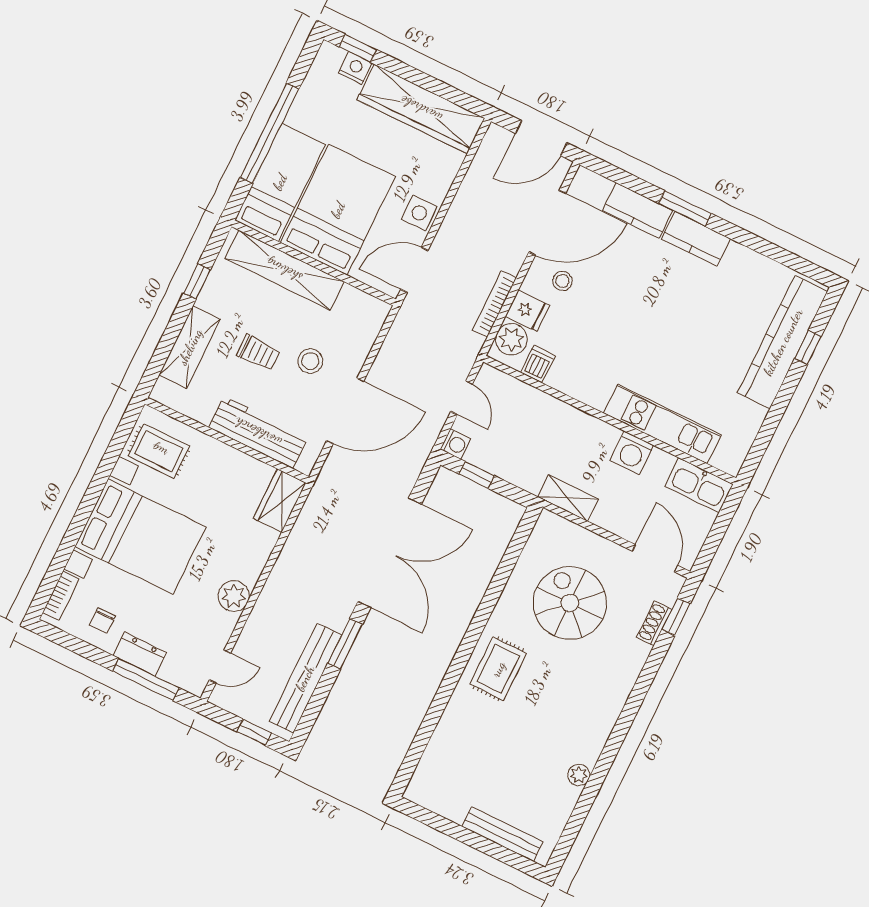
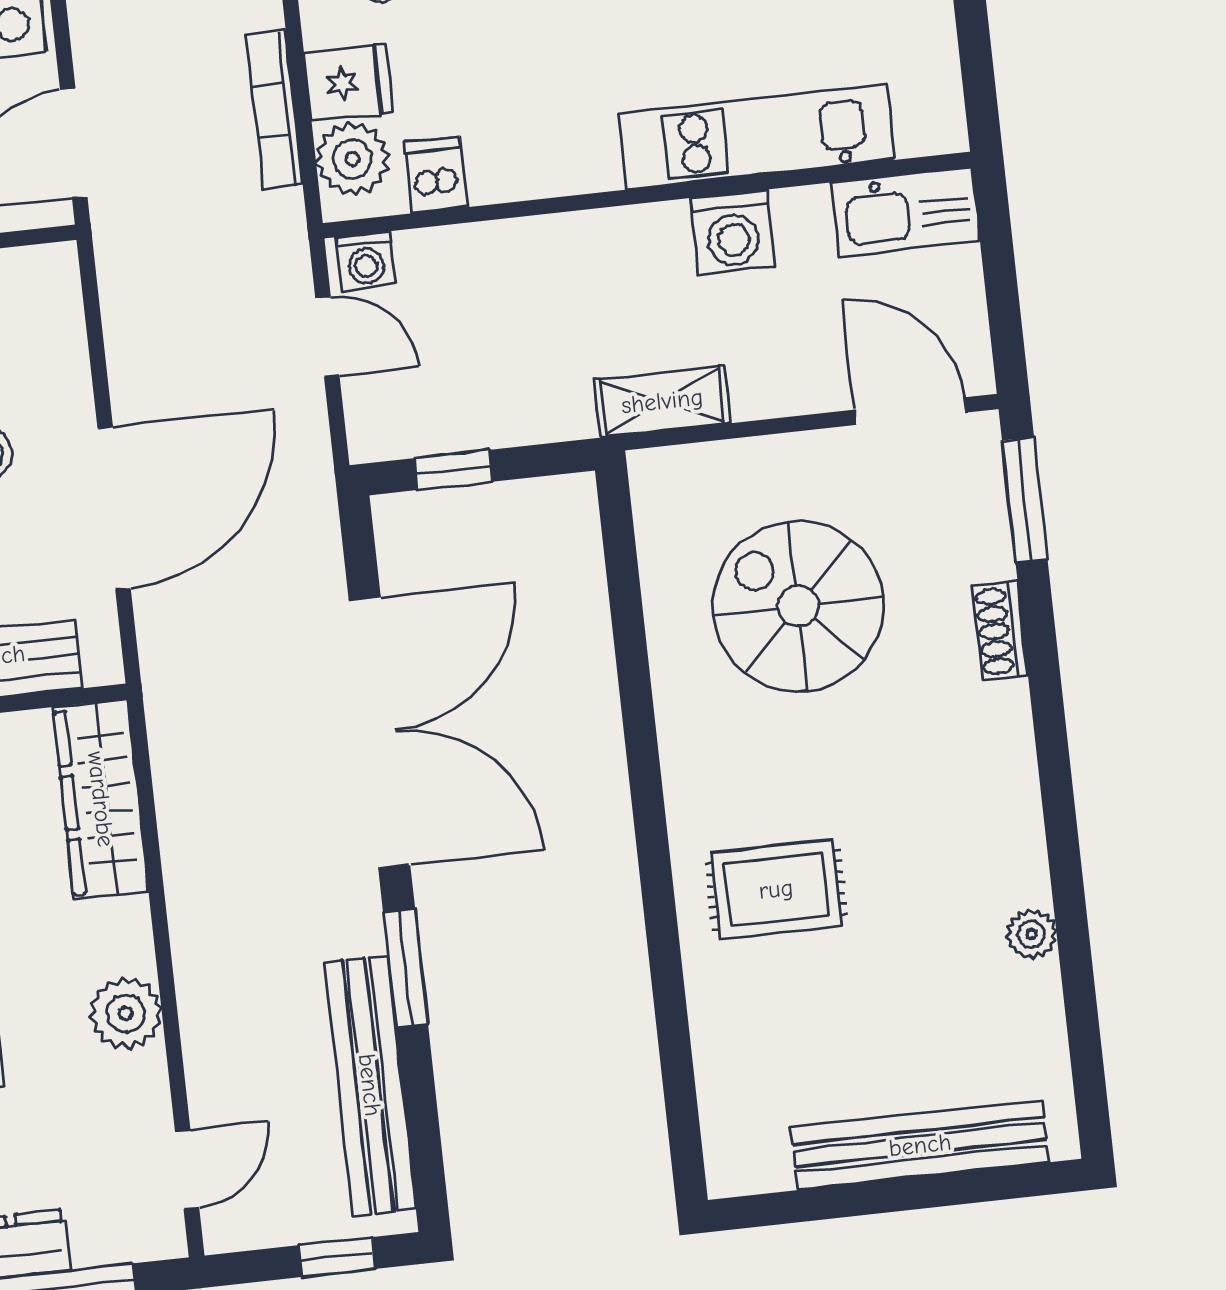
washing machine: (455, 444) -> (366, 261), moved, turned 90
wardrobe: (280, 501) -> (101, 799), width x1.50
window: (676, 617) -> (1025, 500), width x1.50
shoe rack: (654, 623) -> (1000, 631), moved
rug: (498, 669) -> (776, 889), moved, turned 90
bench: (502, 834) -> (920, 1145), width x1.37, depth x1.21

